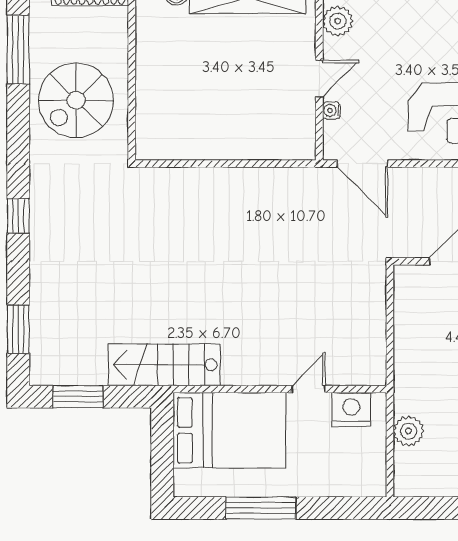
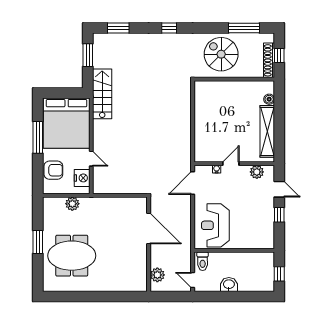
door: (319, 79) -> (231, 164), swing flipped
bed: (229, 430) -> (67, 123), width x1.36
armchair: (334, 473) -> (53, 170), added

